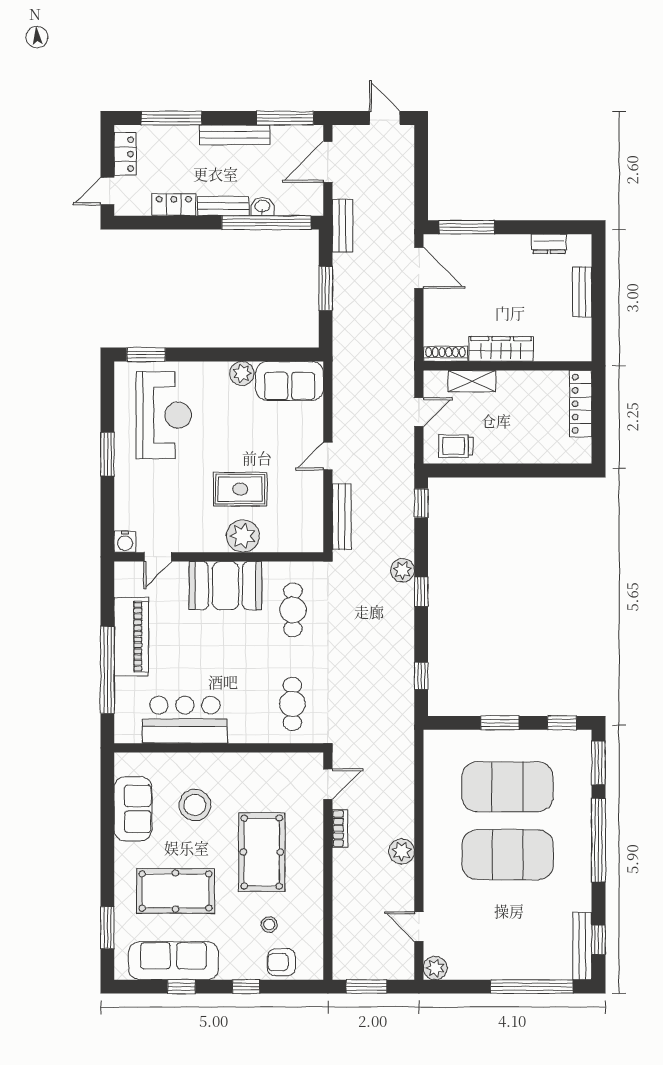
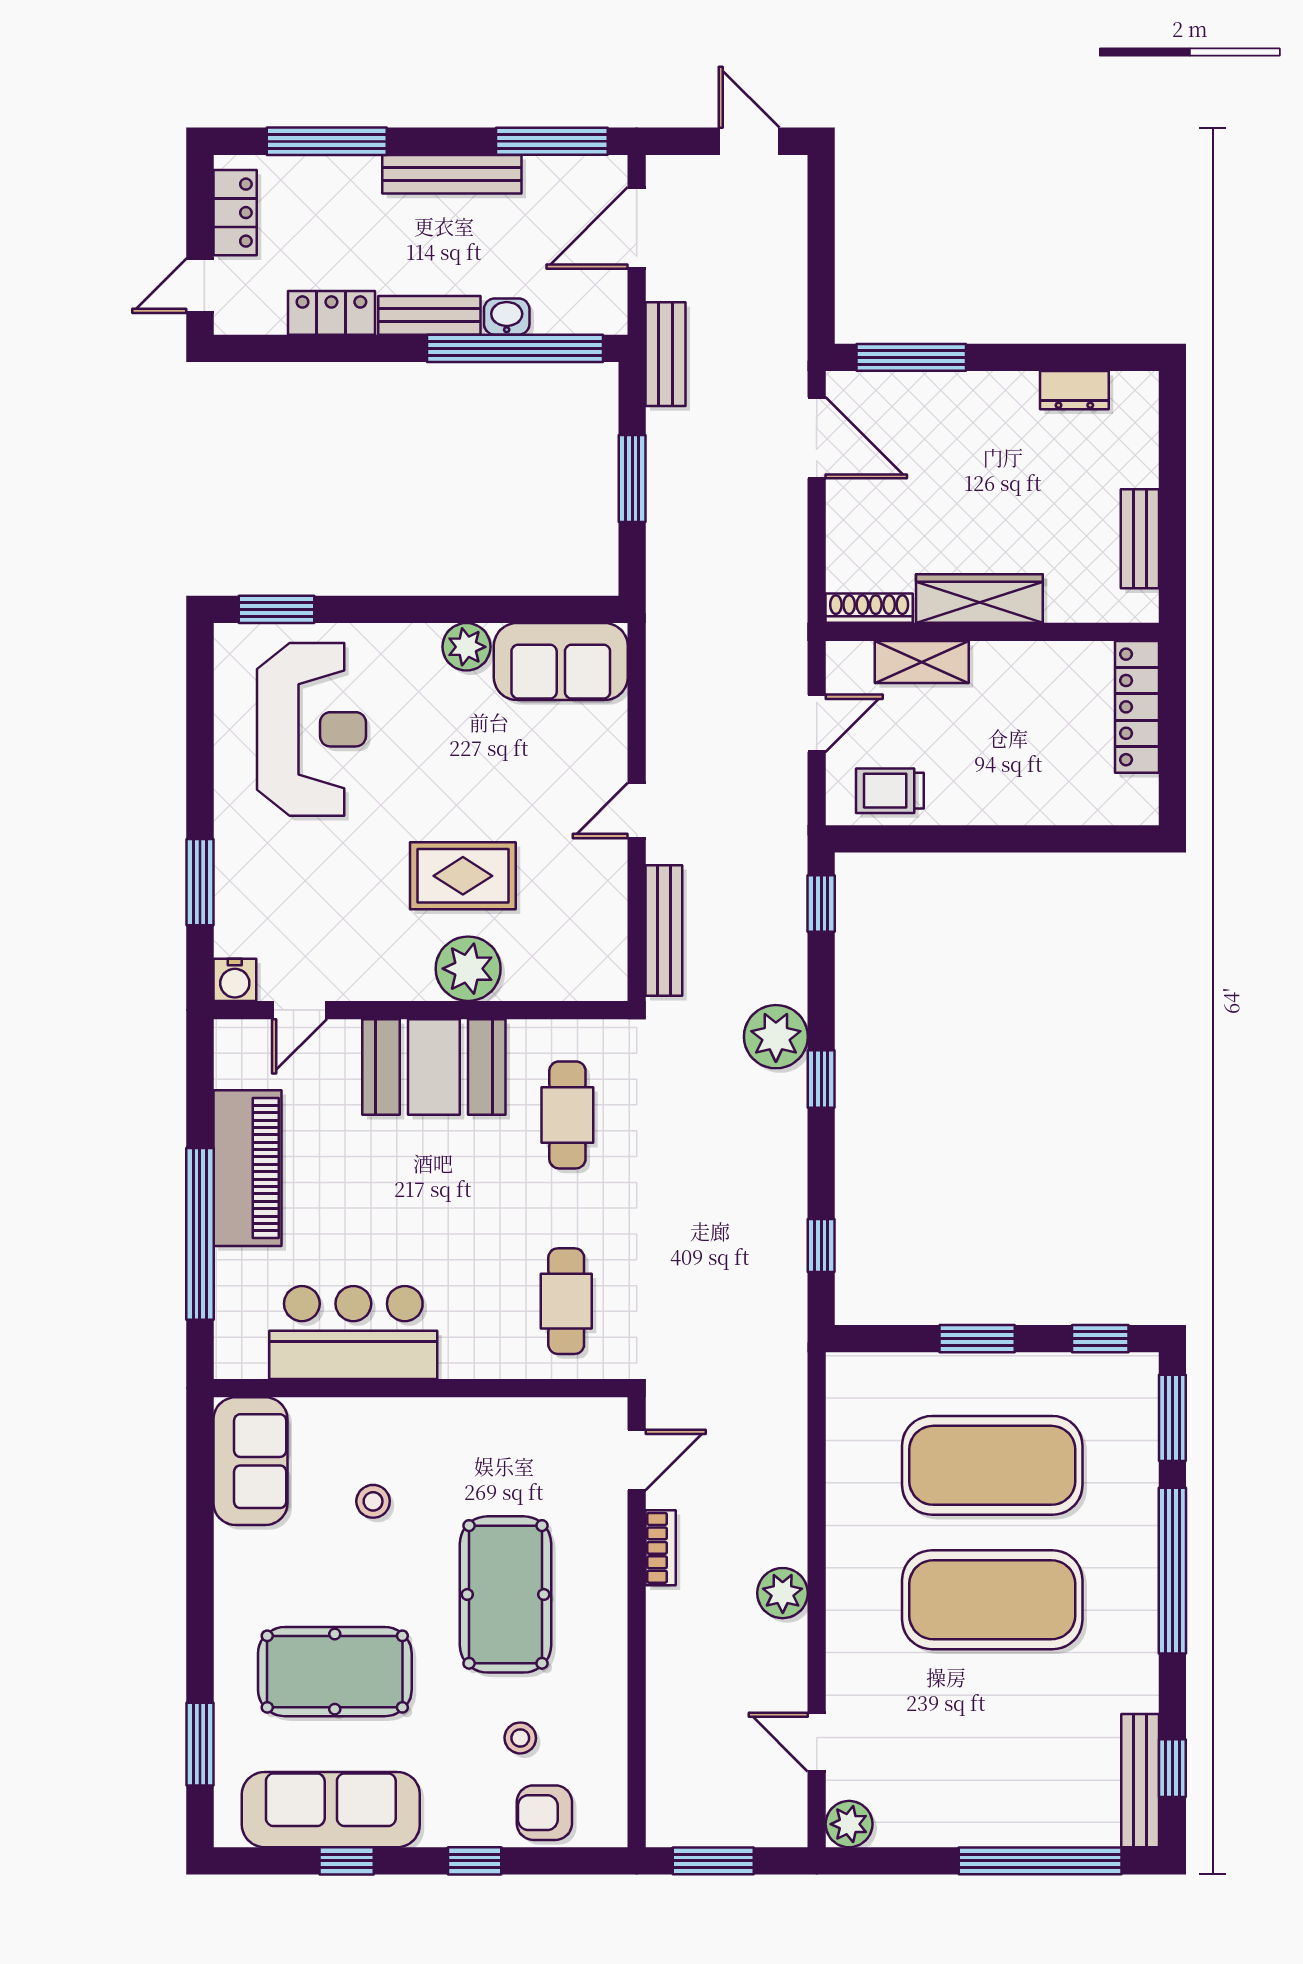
bench: (582, 292) -> (1140, 539), moved
window: (107, 454) -> (200, 882), moved
plant: (403, 570) -> (776, 1037), width x1.36, depth x1.36
stool: (195, 805) -> (373, 1501), width x0.53, depth x0.53
sofa: (133, 809) -> (250, 1461), moved

